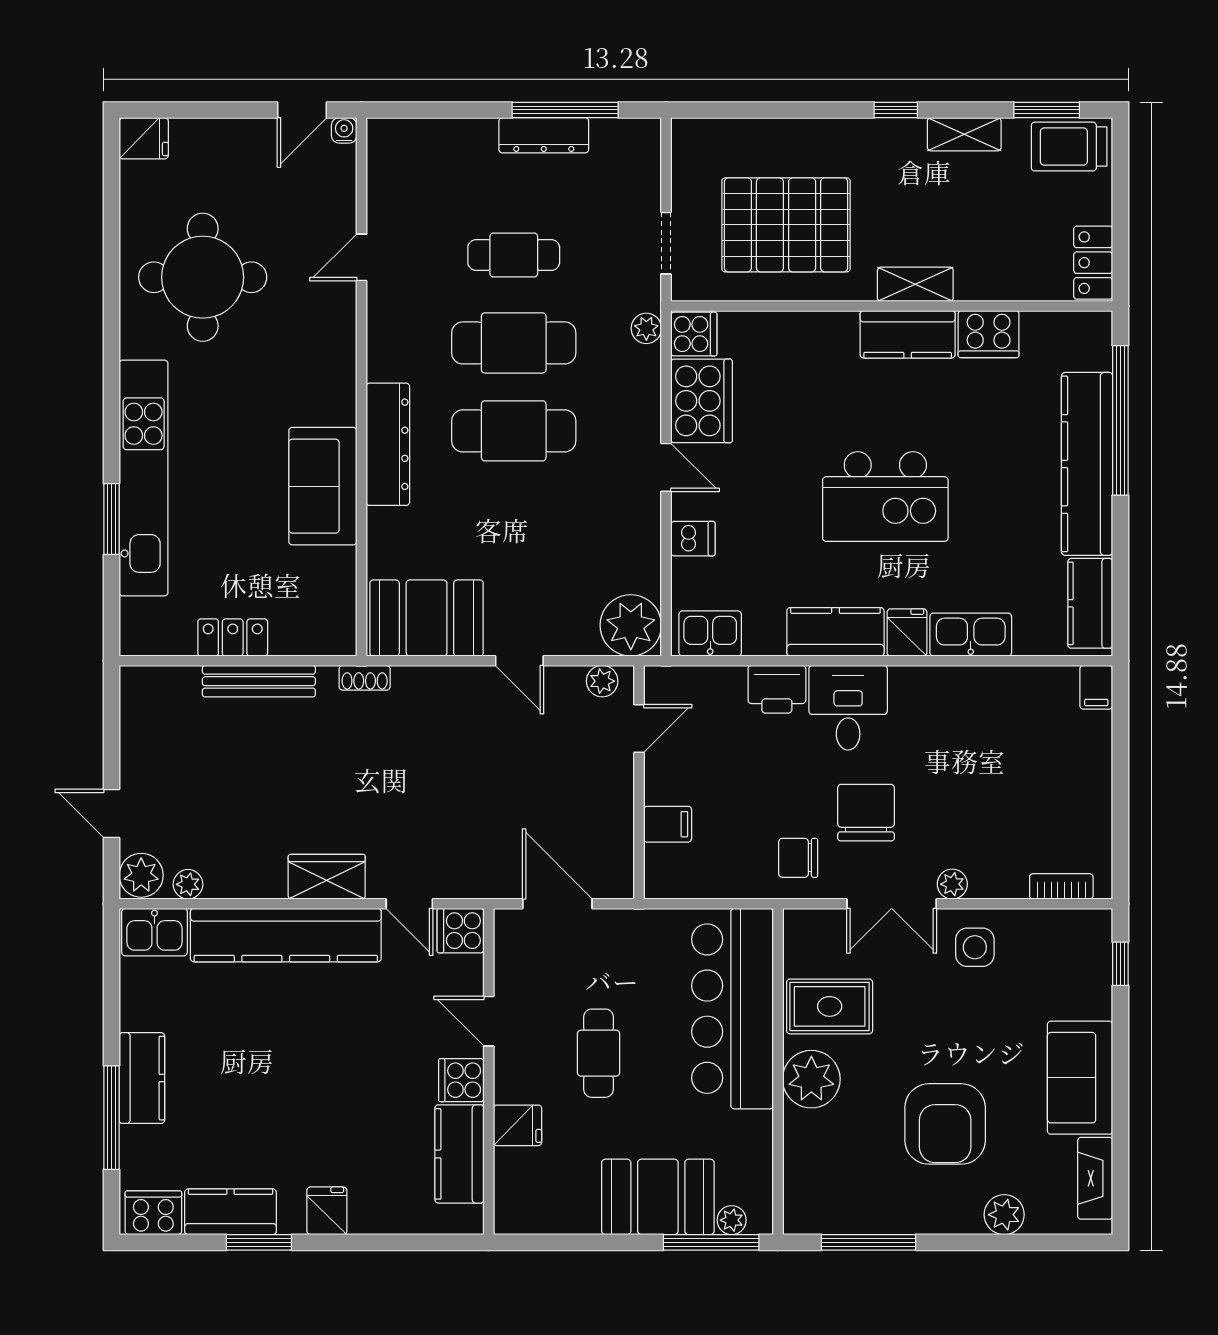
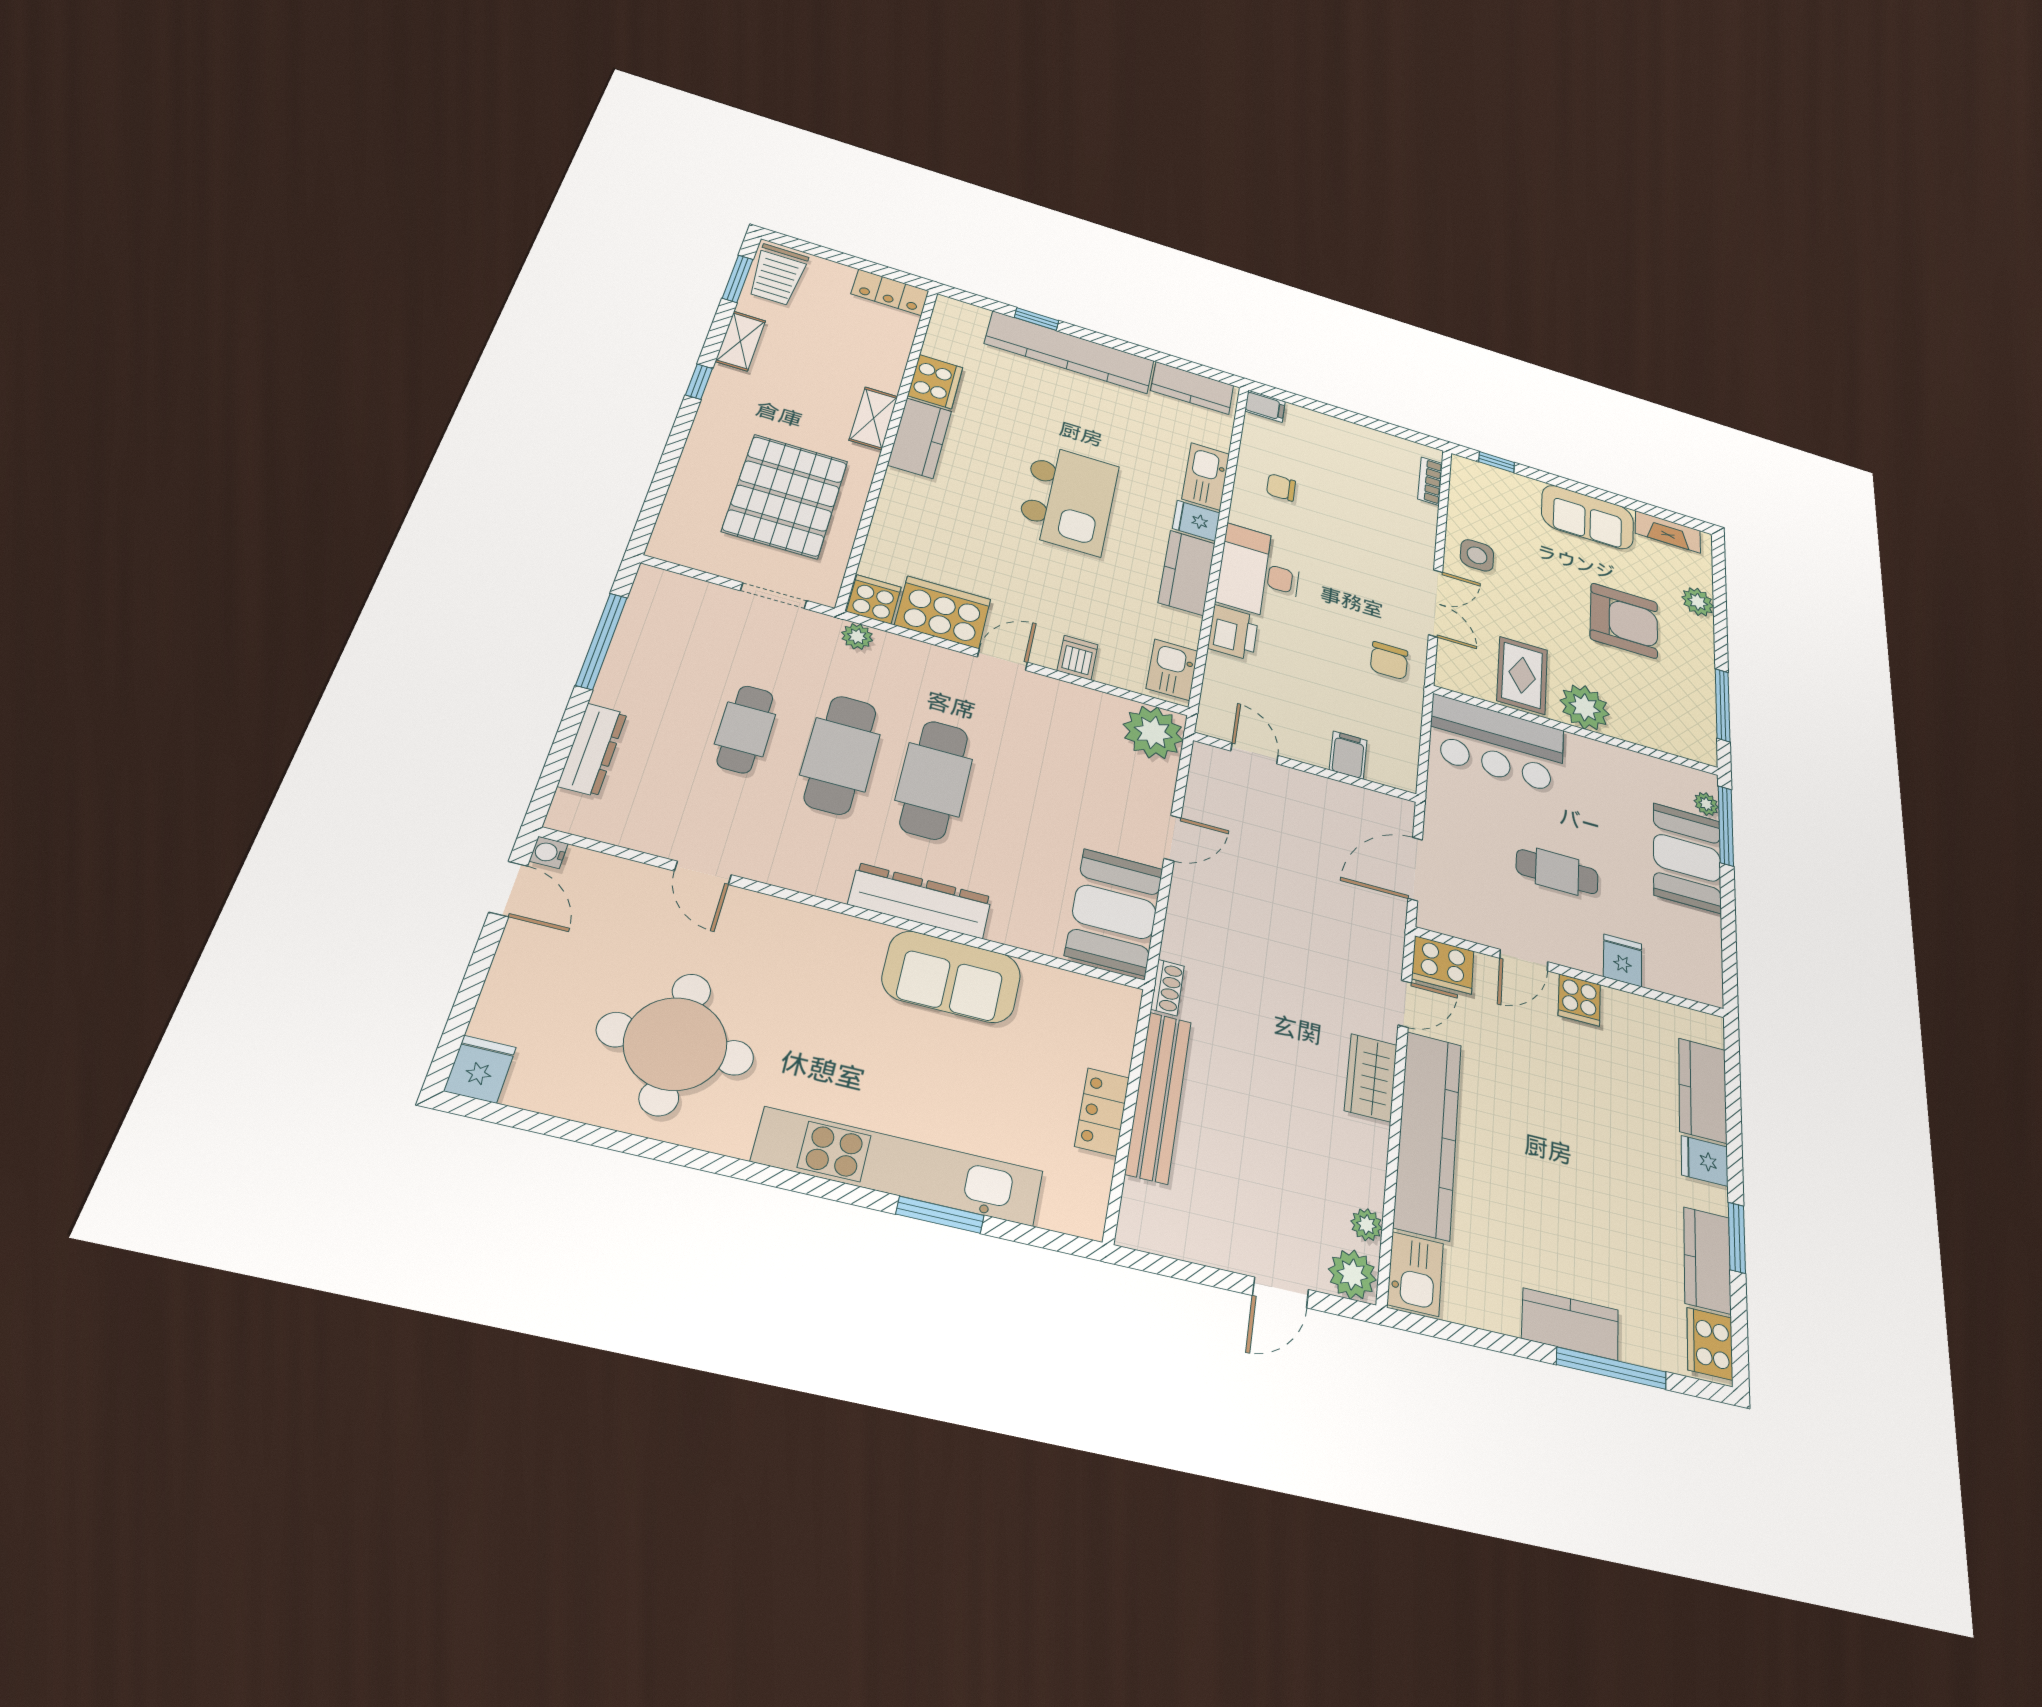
dresser: (544, 135) -> (592, 750), moved
window: (1120, 420) -> (1037, 319), width x0.32
bench: (259, 681) -> (1159, 1097), width x1.37, depth x1.21
plant: (602, 681) -> (1204, 772), removed
desk: (848, 708) -> (1259, 573), width x1.37
chair: (866, 813) -> (1281, 487), moved, width x0.54, depth x0.54
plant: (952, 884) -> (1422, 555), removed
cooker: (461, 931) -> (1443, 965), width x1.36
bar counter: (732, 1009) -> (1497, 744), width x0.73
kitchen counter: (459, 1154) -> (1703, 1090), moved, turned 90

